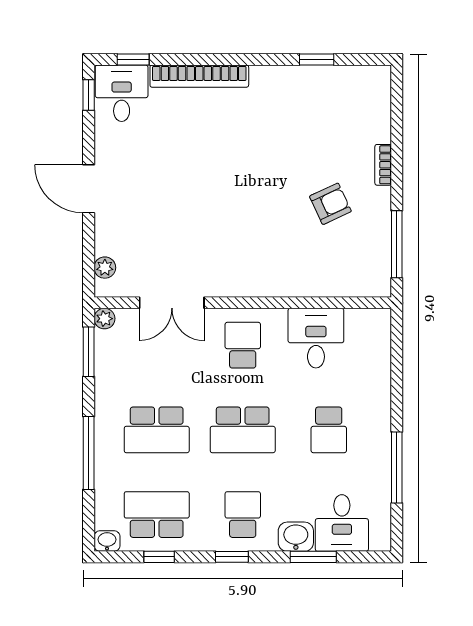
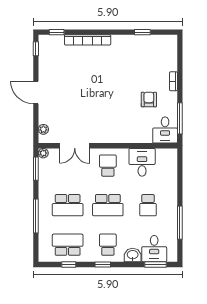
desk: (122, 93) -> (165, 130), moved, turned 180
armchair: (330, 204) -> (149, 99), turned -65
washbasin: (107, 541) -> (44, 257), removed
window: (313, 557) -> (155, 265), moved

